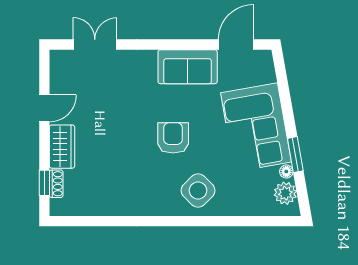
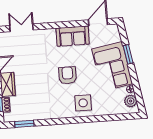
window: (295, 155) -> (128, 54), moved
side table: (198, 191) -> (83, 103), turned 45
window: (88, 221) -> (24, 124), added

